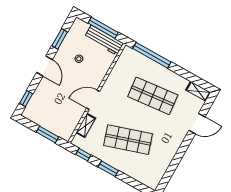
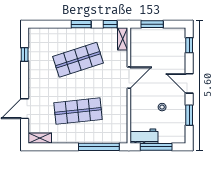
workbench: (104, 40) -> (144, 136), width x0.73
shelving: (86, 125) -> (123, 39), moved
window: (171, 170) -> (25, 54), added

